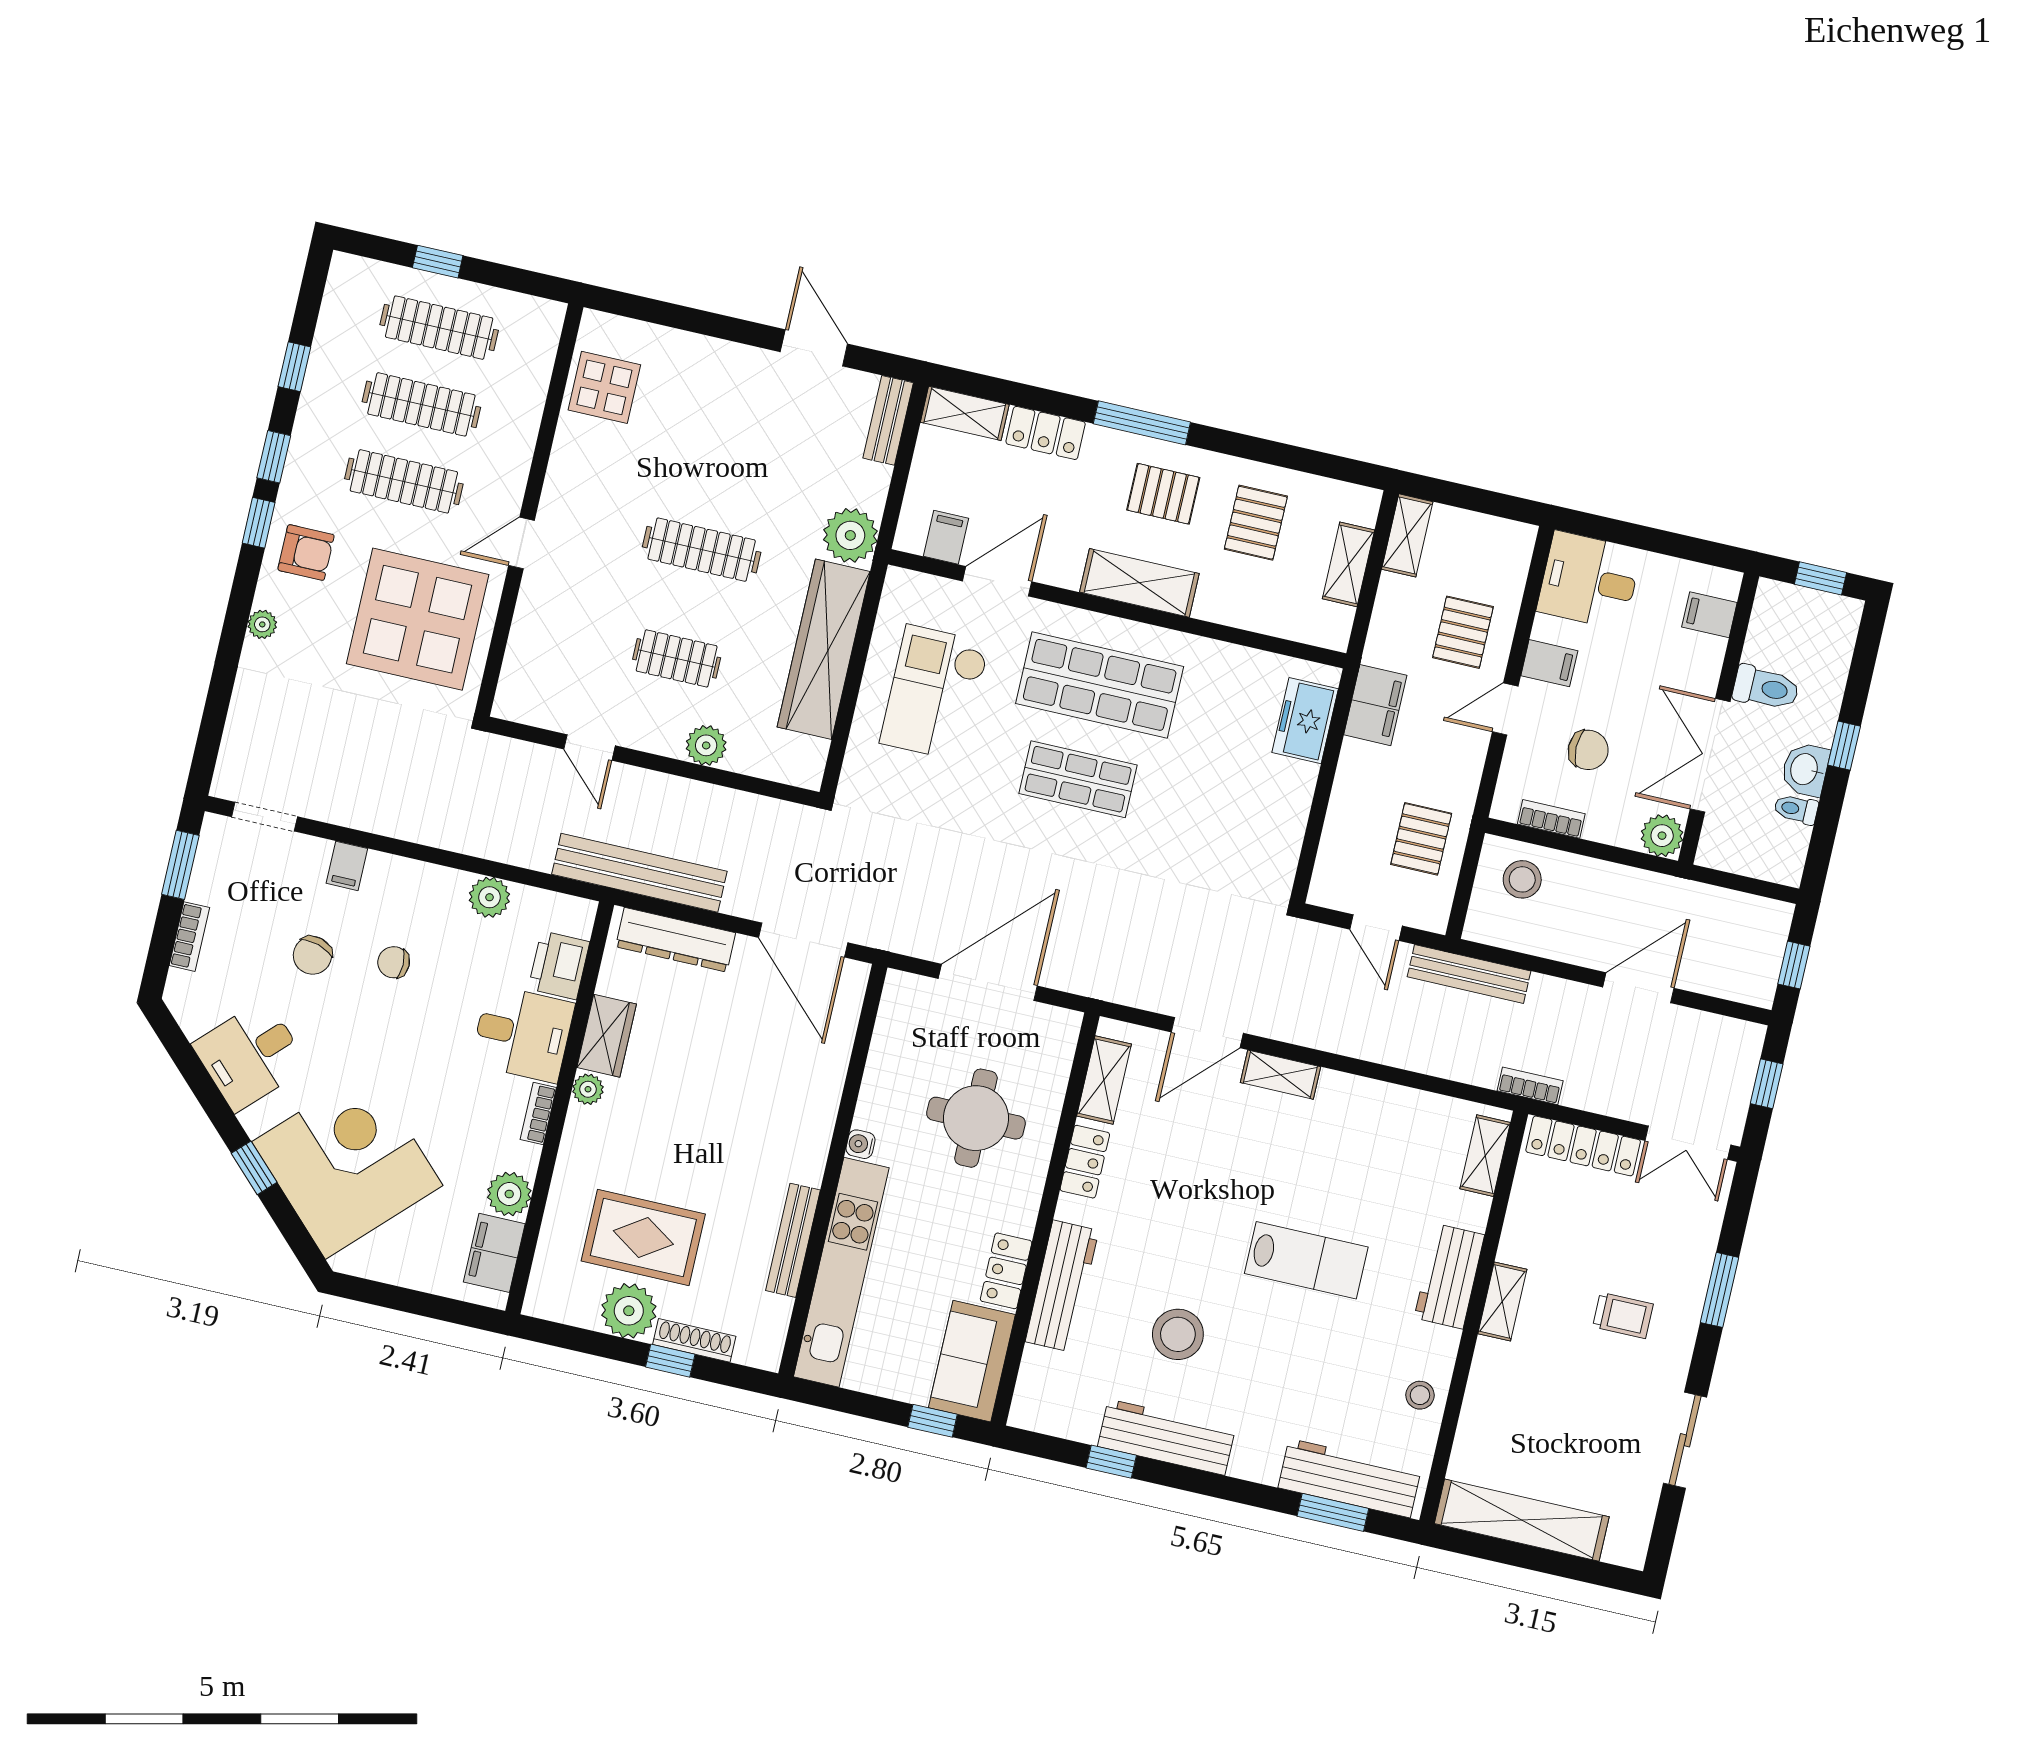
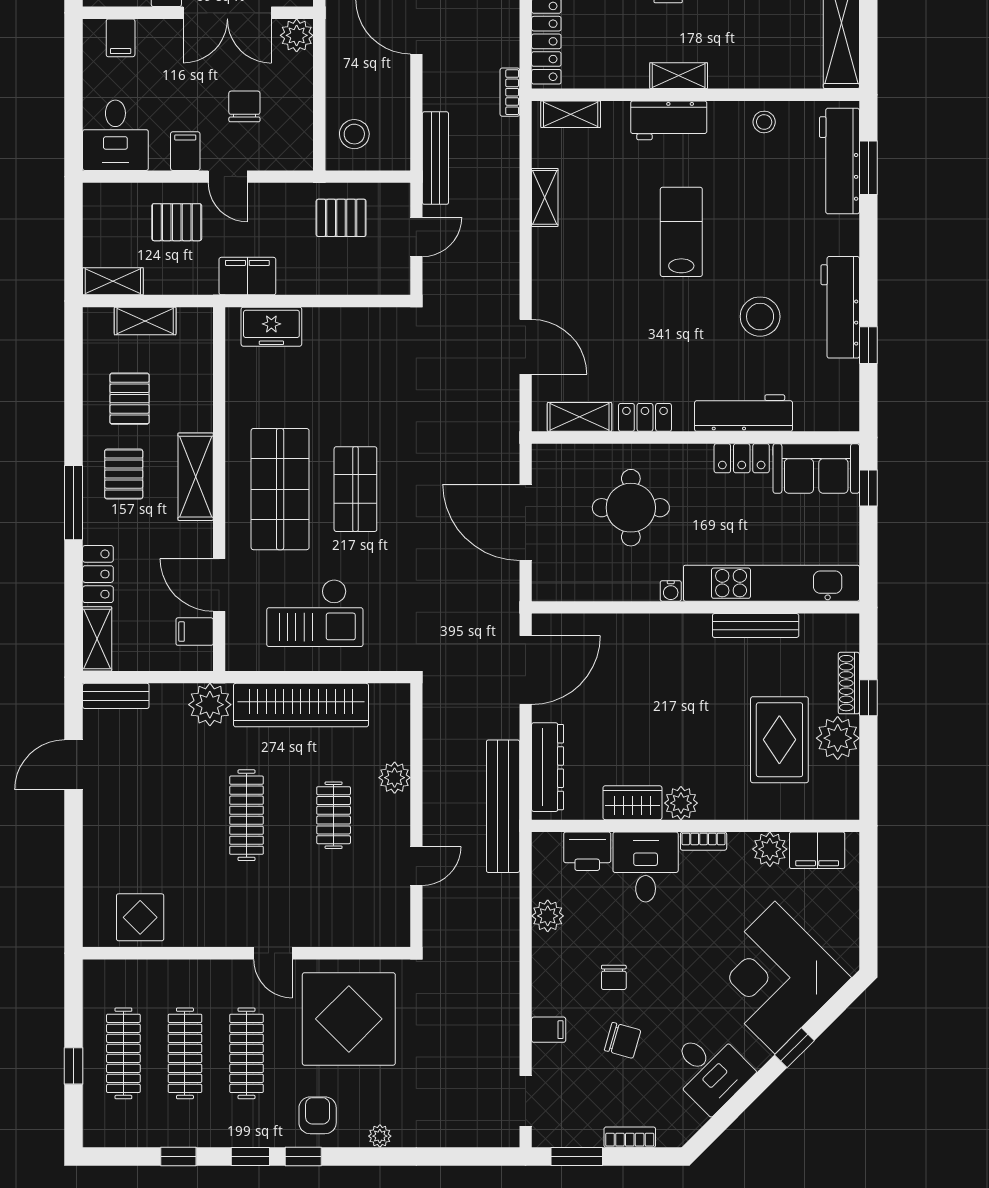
pallet: (1256, 523) -> (130, 399), turned 90
bookcase: (1551, 819) -> (303, 123), removed
shelving: (1280, 1075) -> (545, 197), moved
plant: (588, 1089) -> (681, 803), width x1.38, depth x1.38

